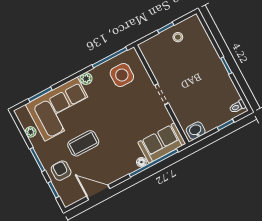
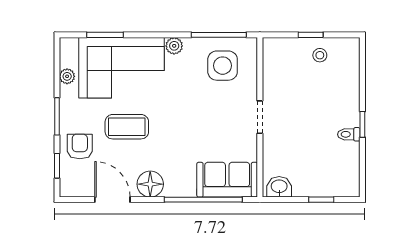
toilet: (237, 107) -> (349, 134), moved
floor lamp: (141, 162) -> (150, 184), moved, width x1.89, depth x1.89

